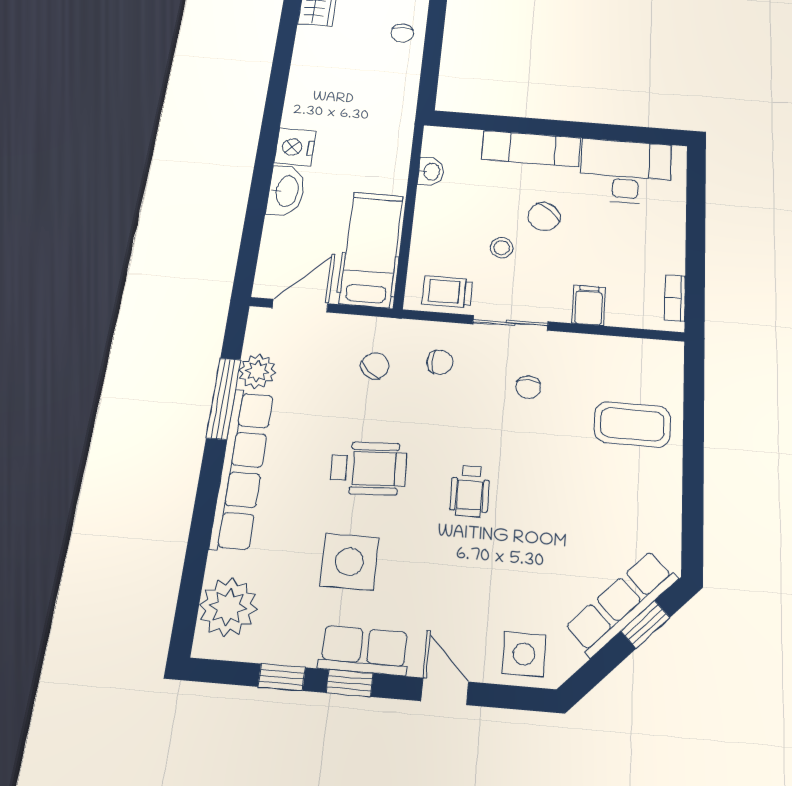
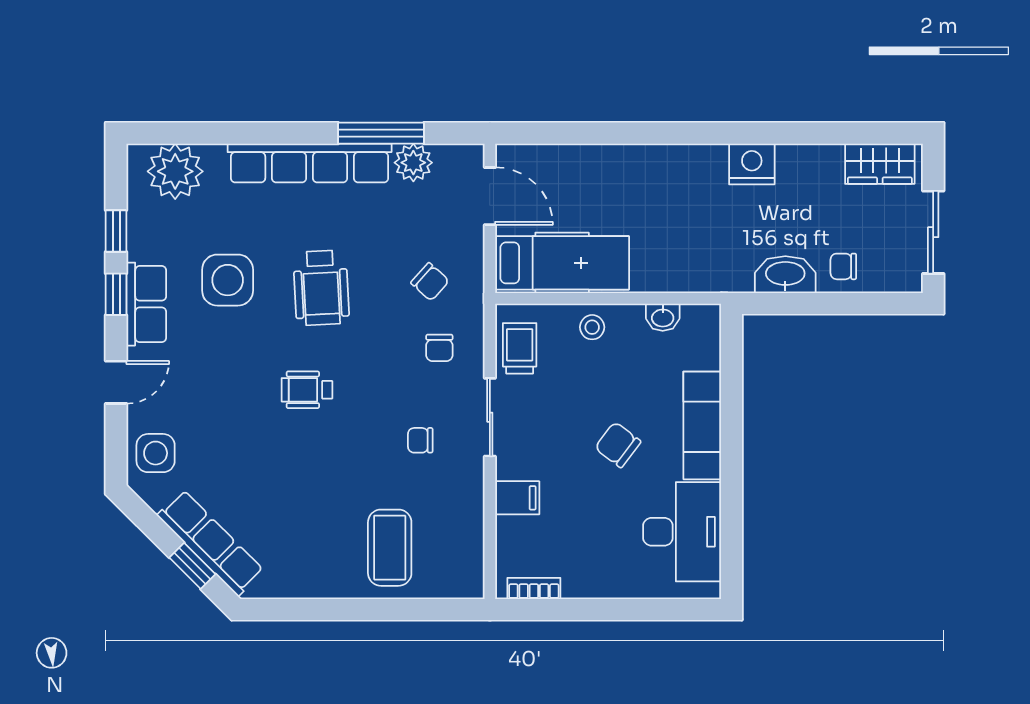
nightstand: (295, 147) -> (752, 164), moved
washbasin: (286, 191) -> (785, 275), moved, turned 180
stool: (502, 248) -> (592, 327), moved

